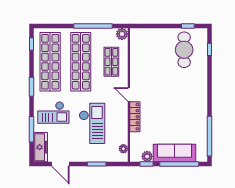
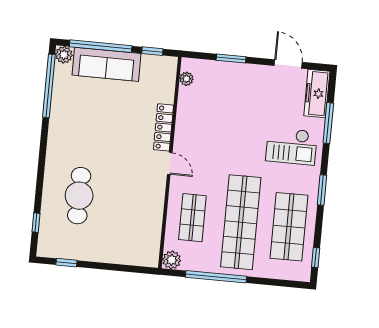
cafe table: (184, 50) -> (79, 196), moved
shop shelf: (50, 62) -> (289, 227), width x0.71
checkout: (53, 113) -> (291, 146), turned 180
checkout: (92, 123) -> (232, 123), removed
plant: (147, 156) -> (64, 55), moved

